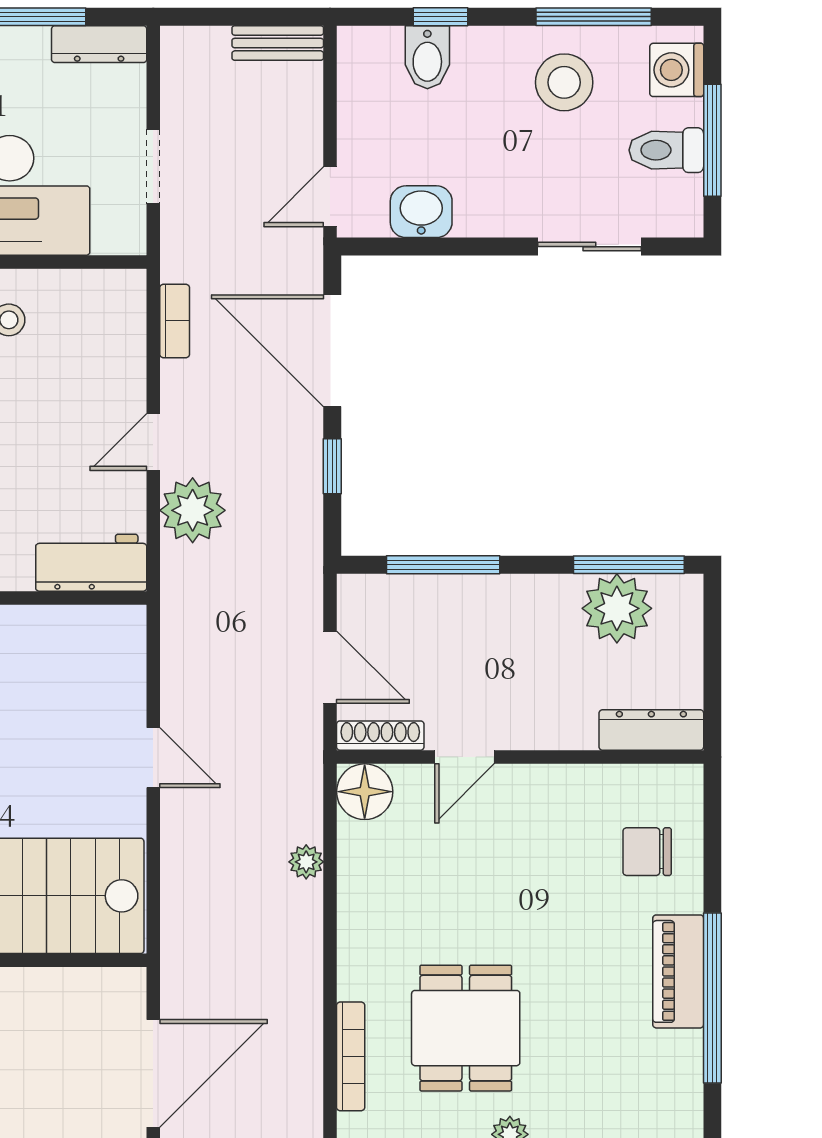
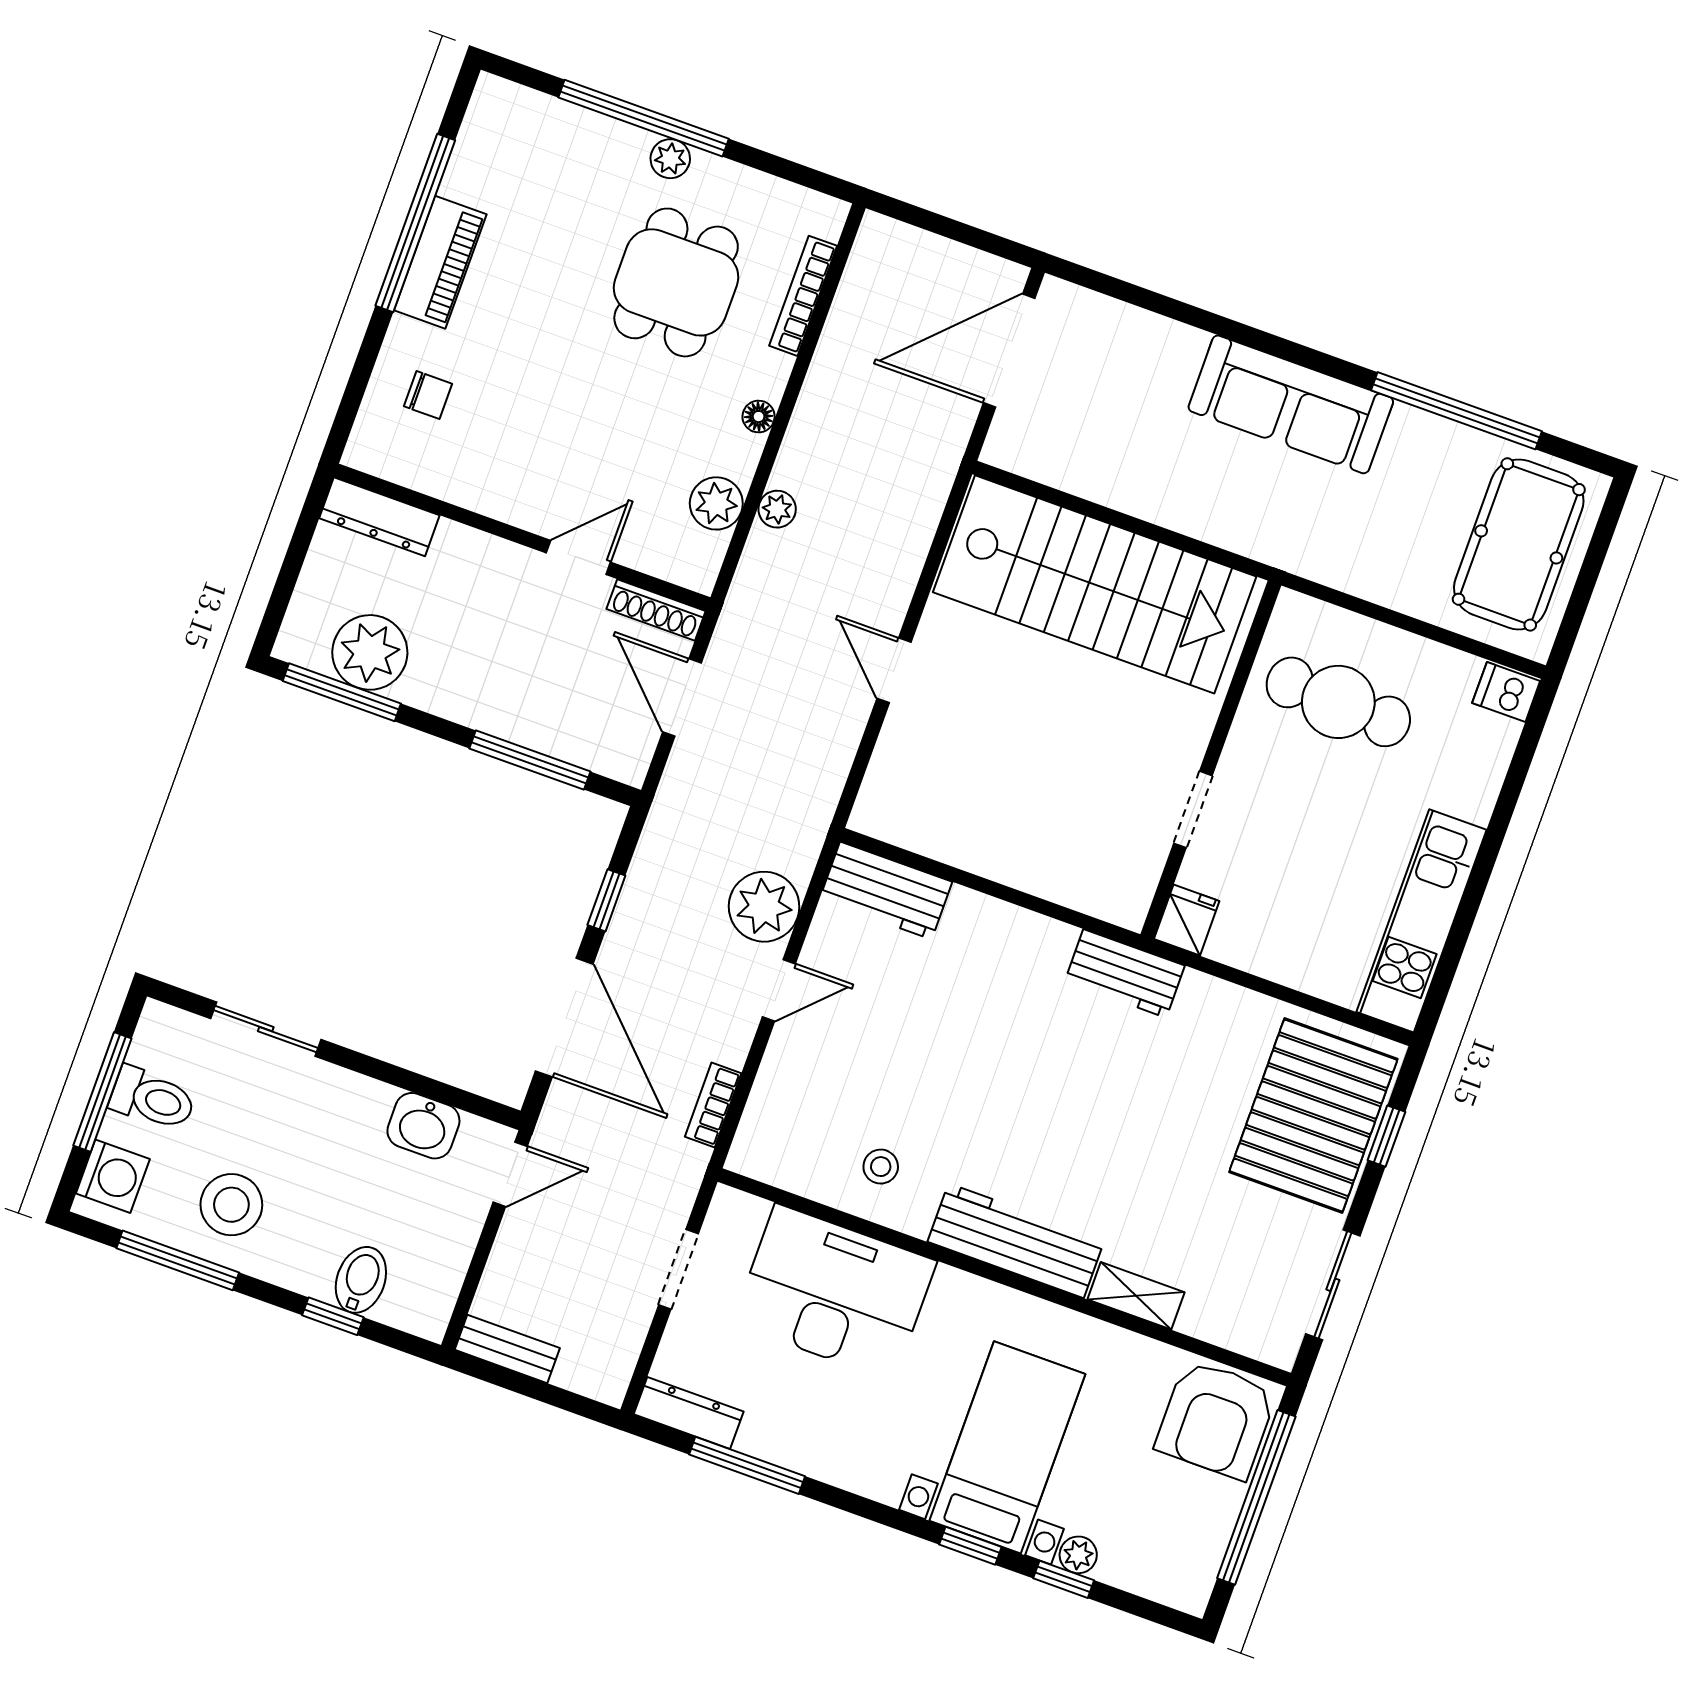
floor lamp: (365, 792) -> (759, 417), moved, width x0.53, depth x0.53
plant: (361, 848) -> (716, 503), added
chair: (647, 852) -> (428, 395), width x0.73, depth x0.73

